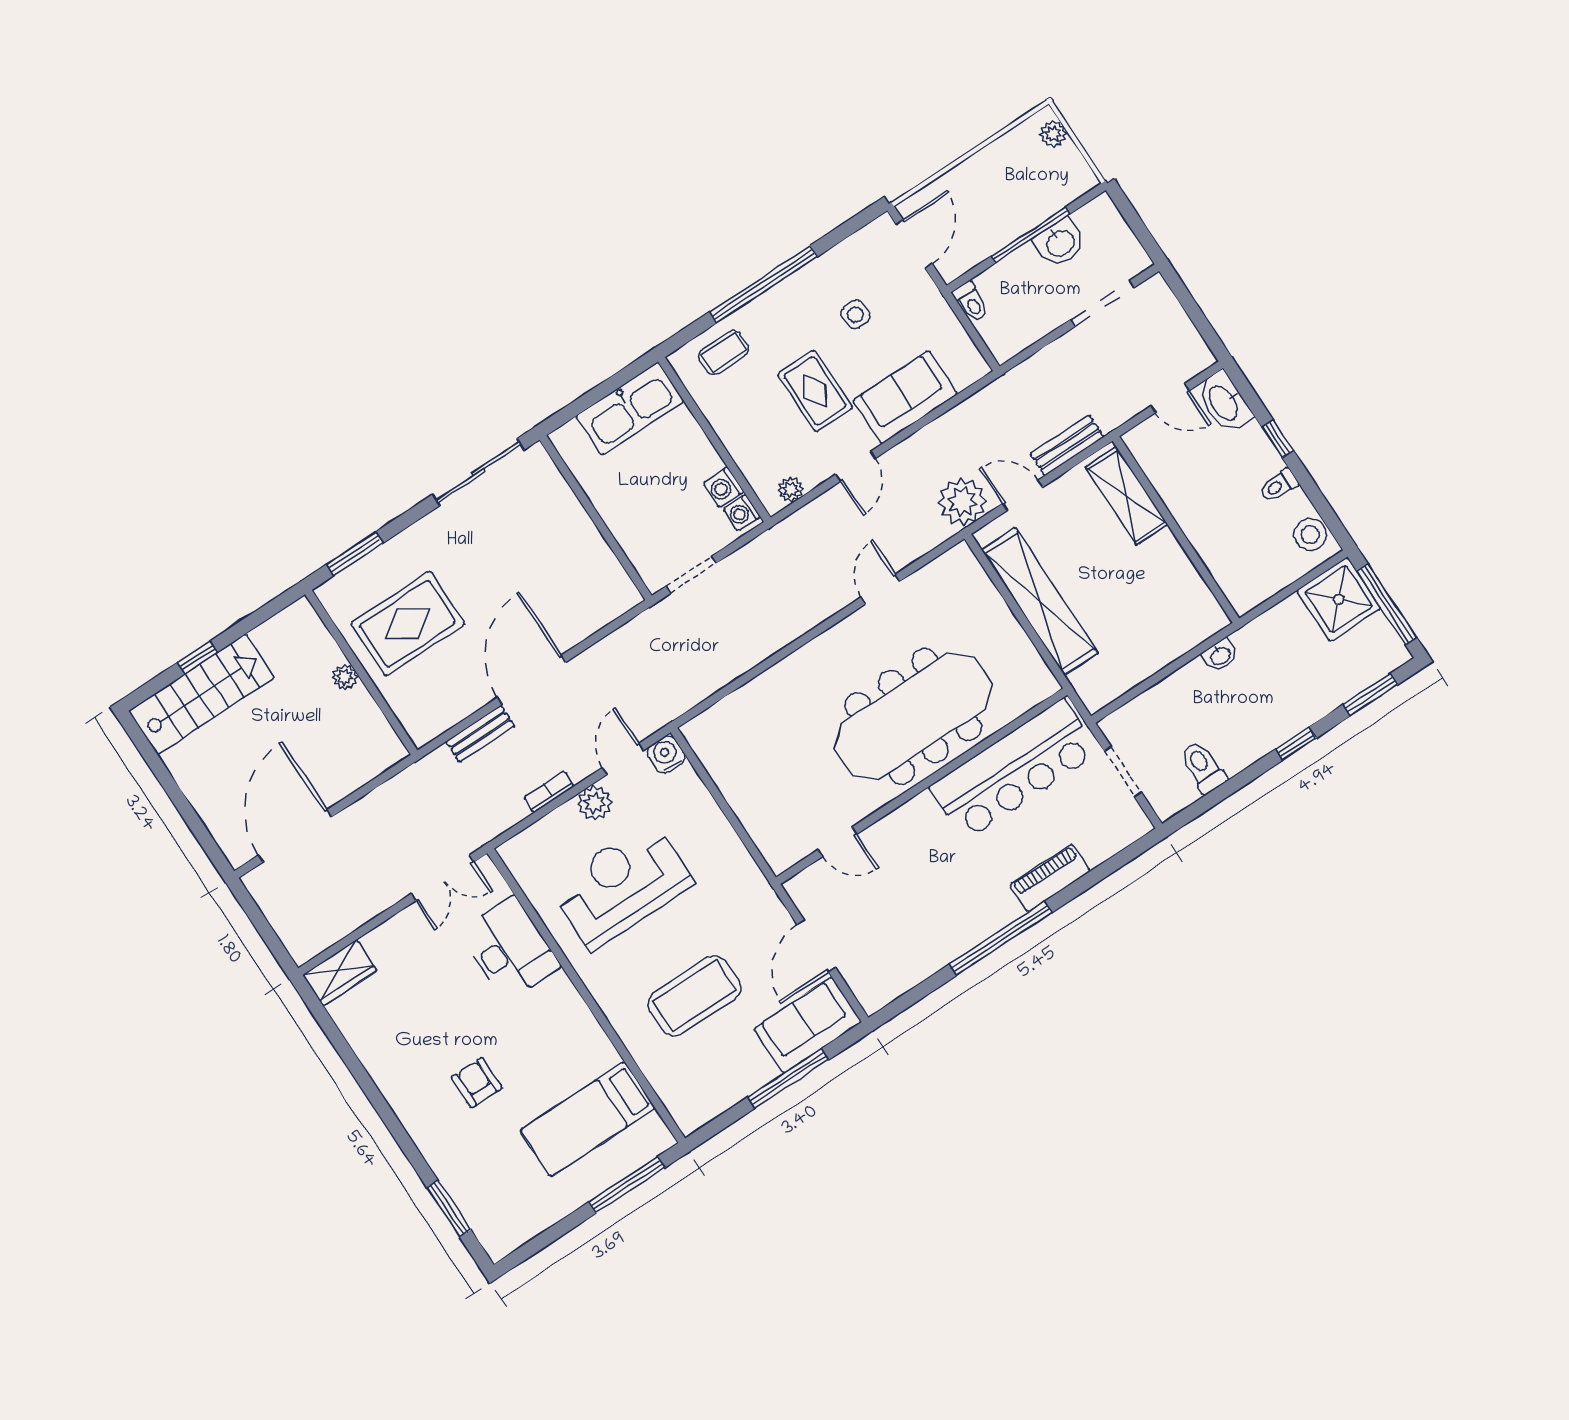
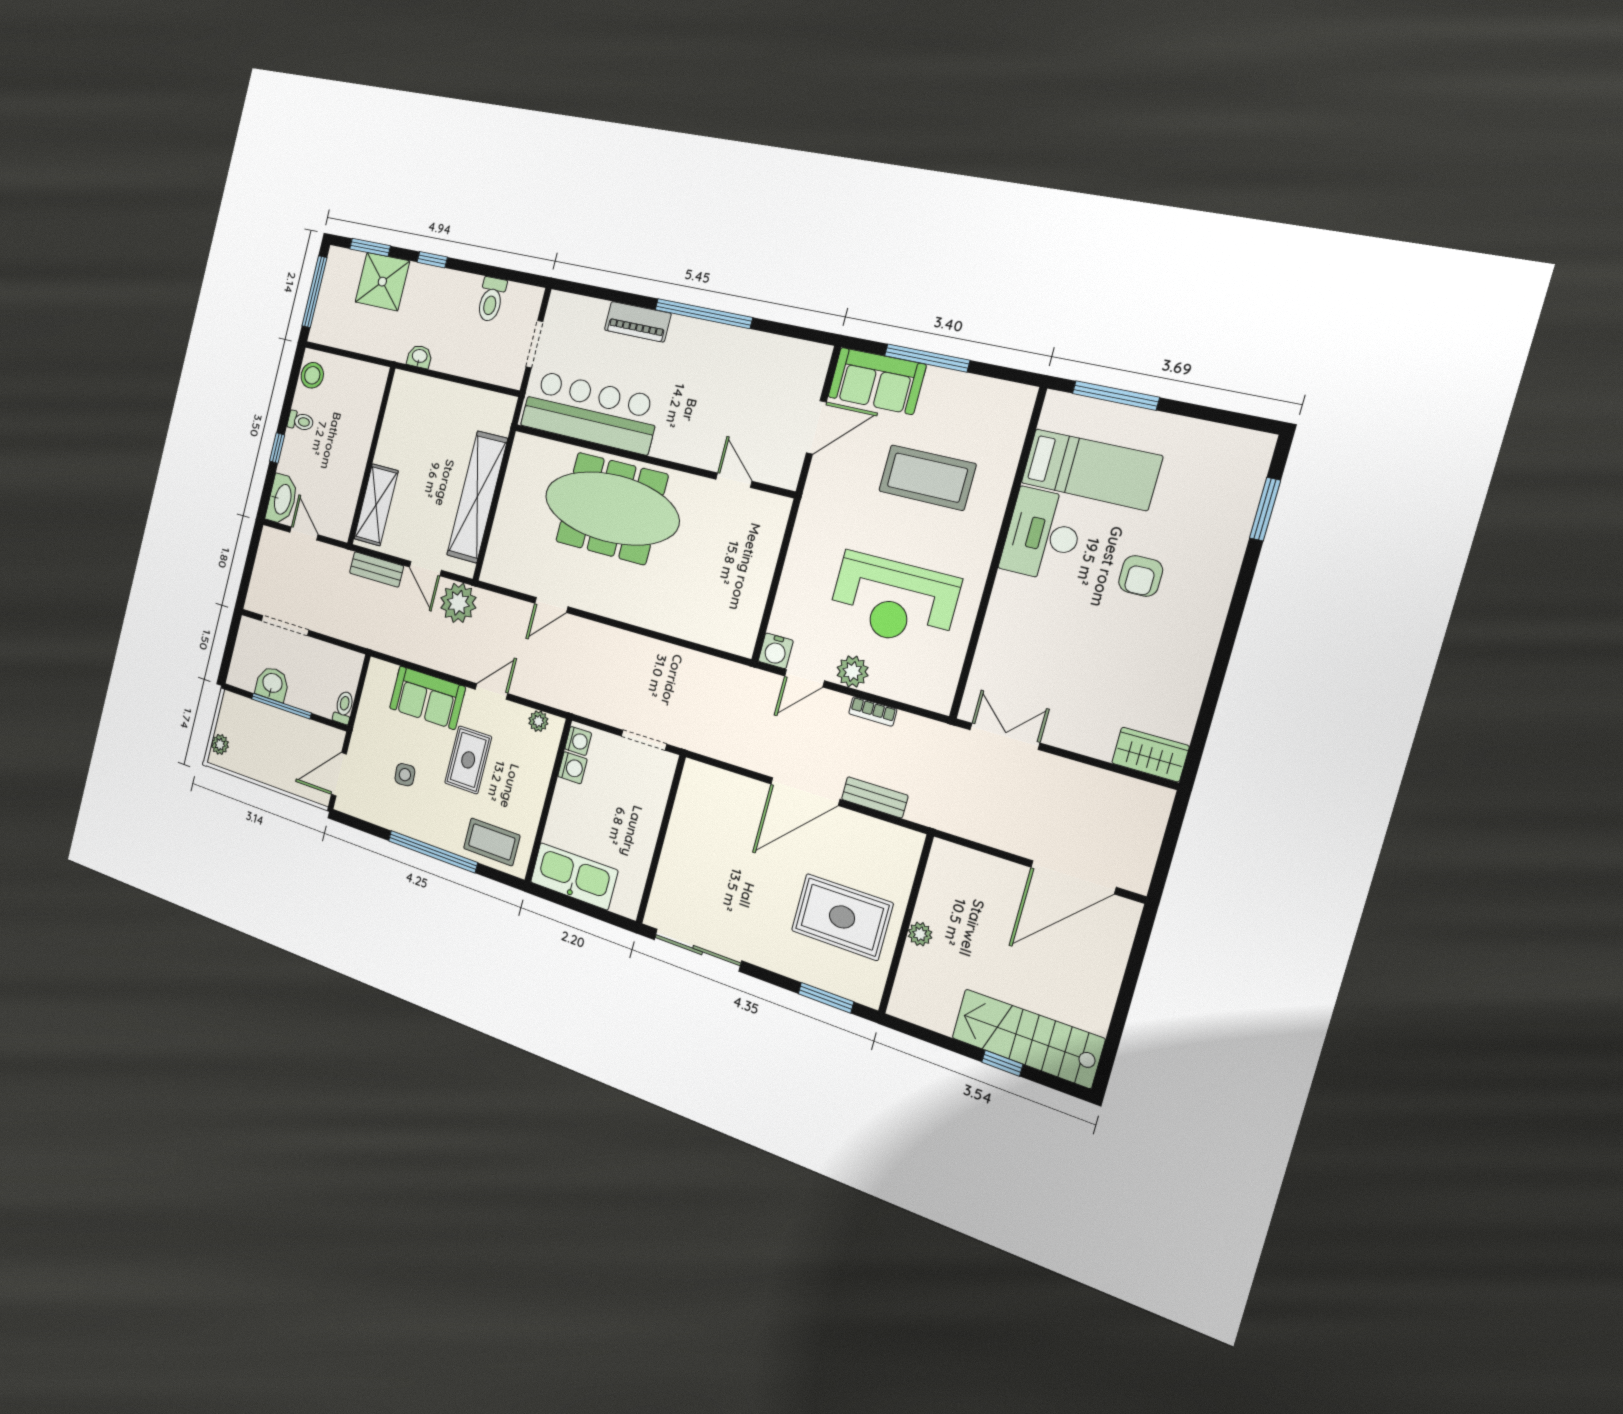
coffee table: (724, 353) -> (492, 842), width x1.36, depth x1.30
shower: (1339, 599) -> (382, 282), moved
desk: (510, 949) -> (1043, 535), moved

